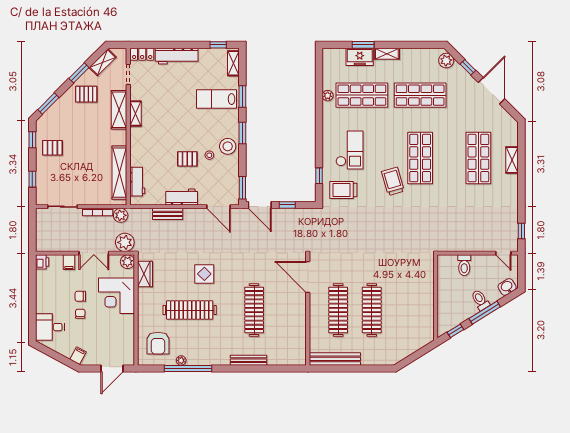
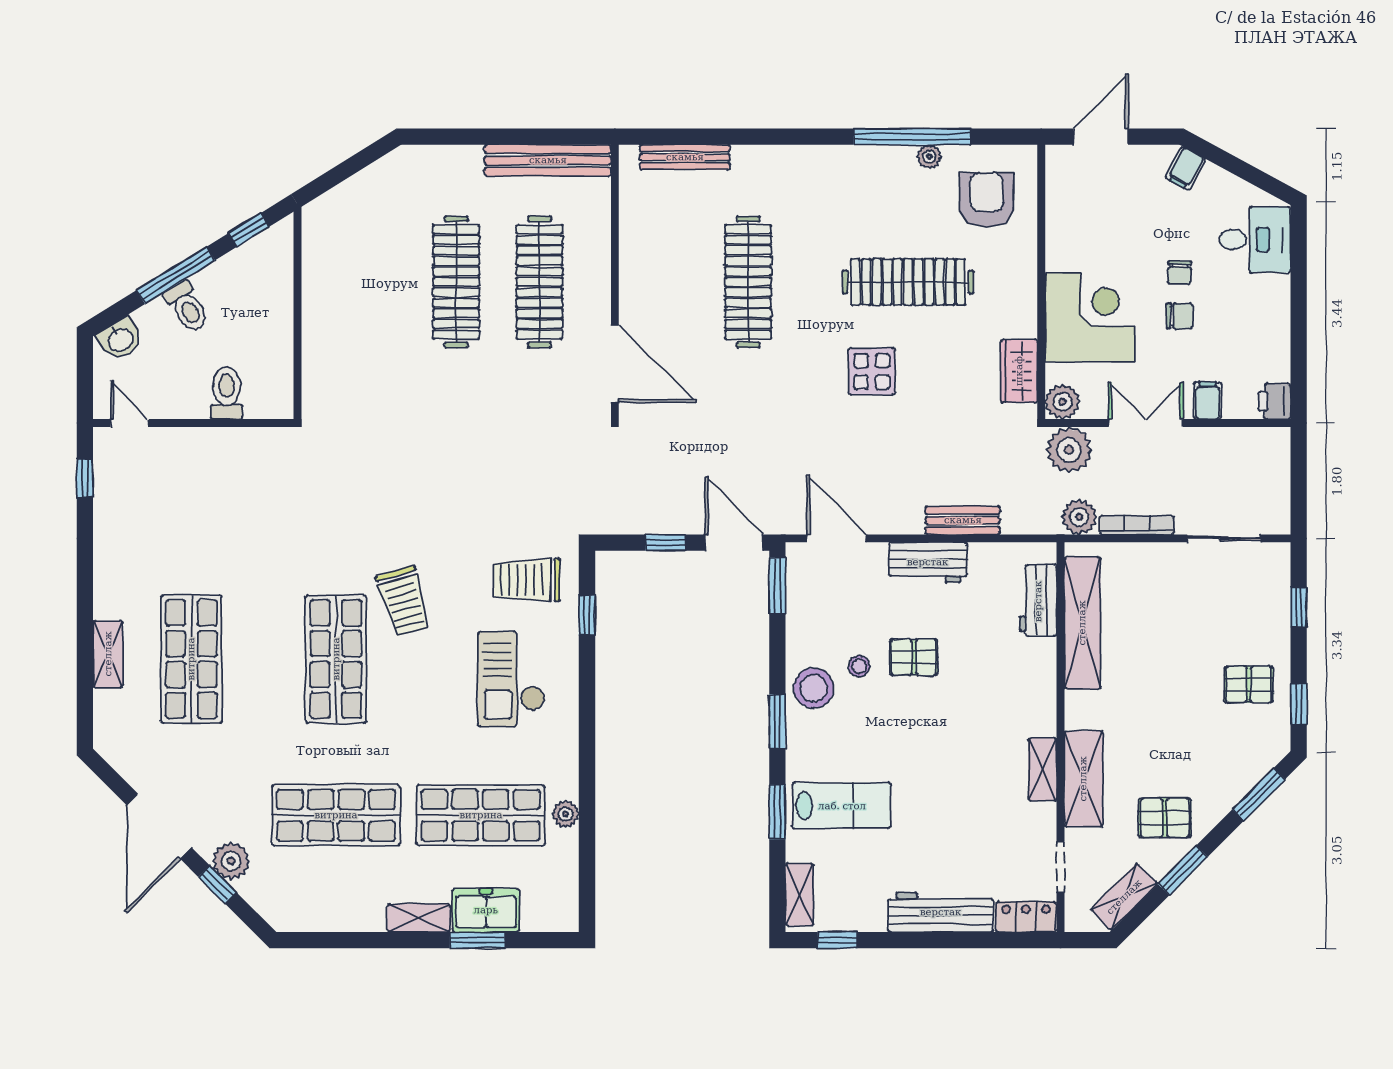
plant: (446, 61) -> (231, 861), moved
trolley: (343, 190) -> (526, 580), turned 180
bench: (249, 360) -> (685, 157), moved

